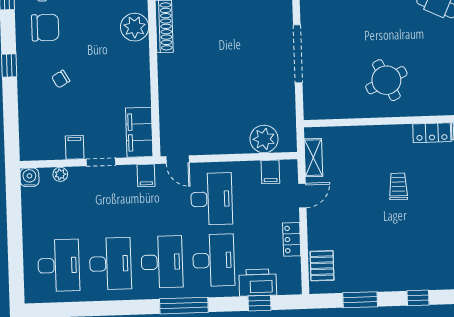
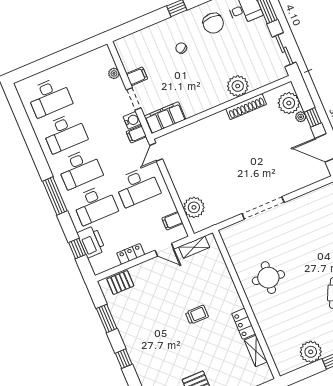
round table: (386, 80) -> (268, 278), turned 34
water cooler: (29, 177) -> (132, 120), moved

